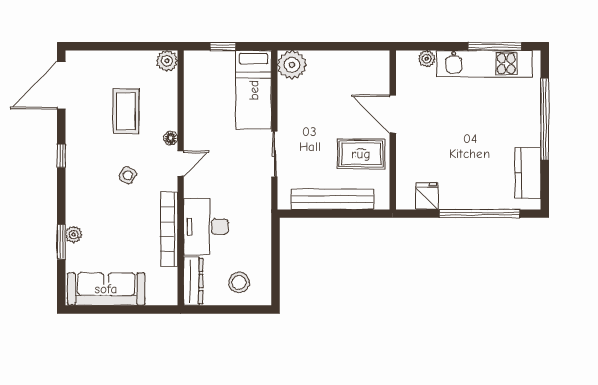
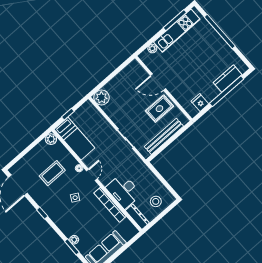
bed: (254, 90) -> (74, 139), moved
coffee table: (126, 111) -> (52, 173), turned 90
kitchen counter: (528, 173) -> (228, 79), moved, turned 90

